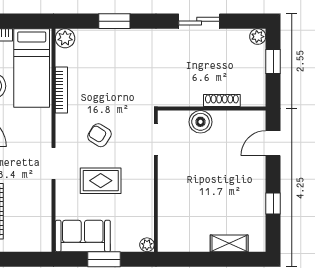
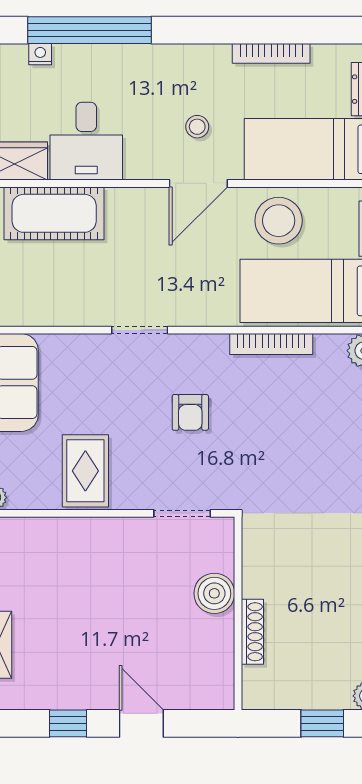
armchair: (100, 135) -> (190, 412), turned 148
door: (273, 143) -> (141, 723), moved
rug: (101, 181) -> (85, 471), moved

